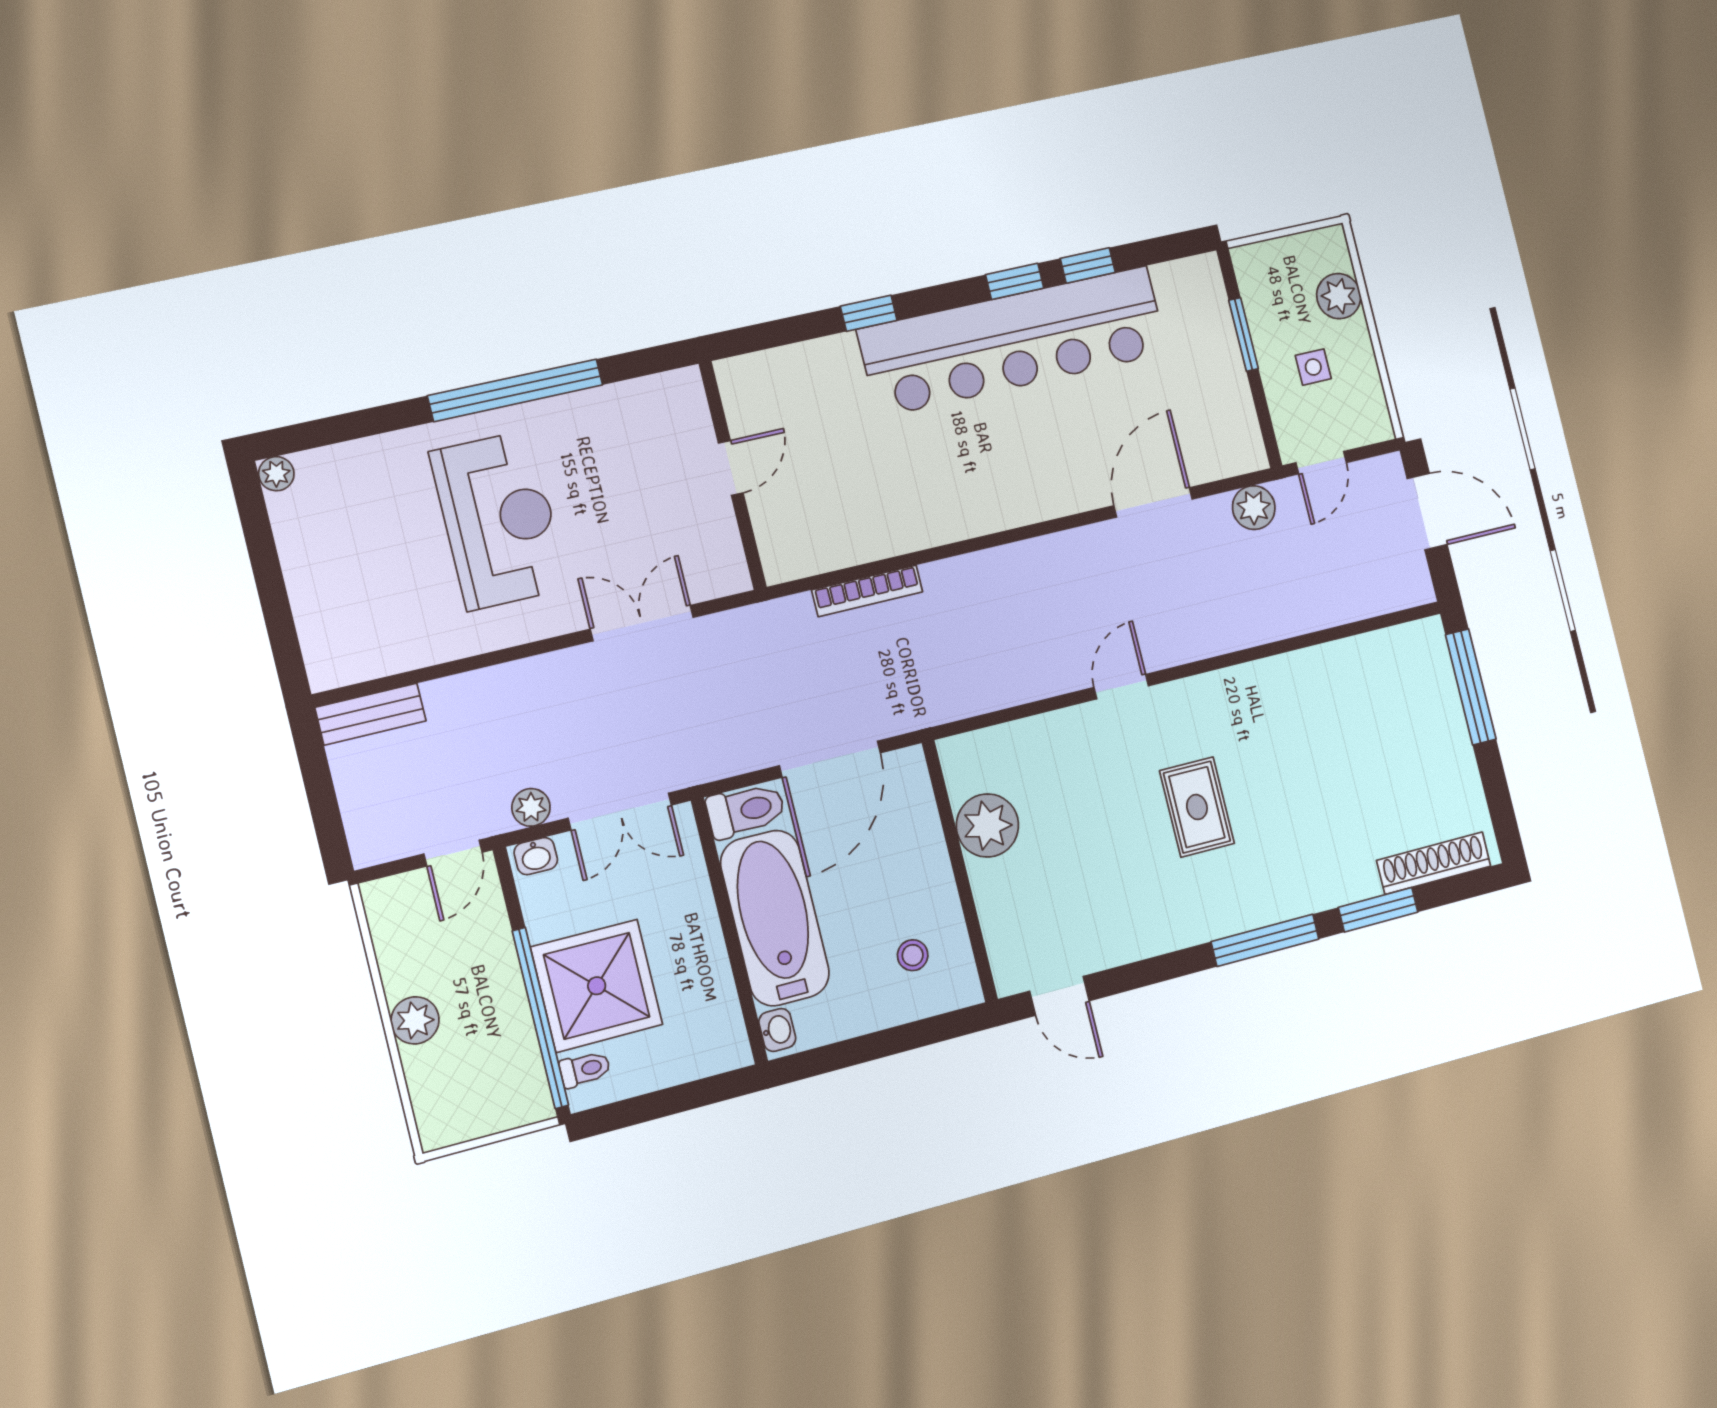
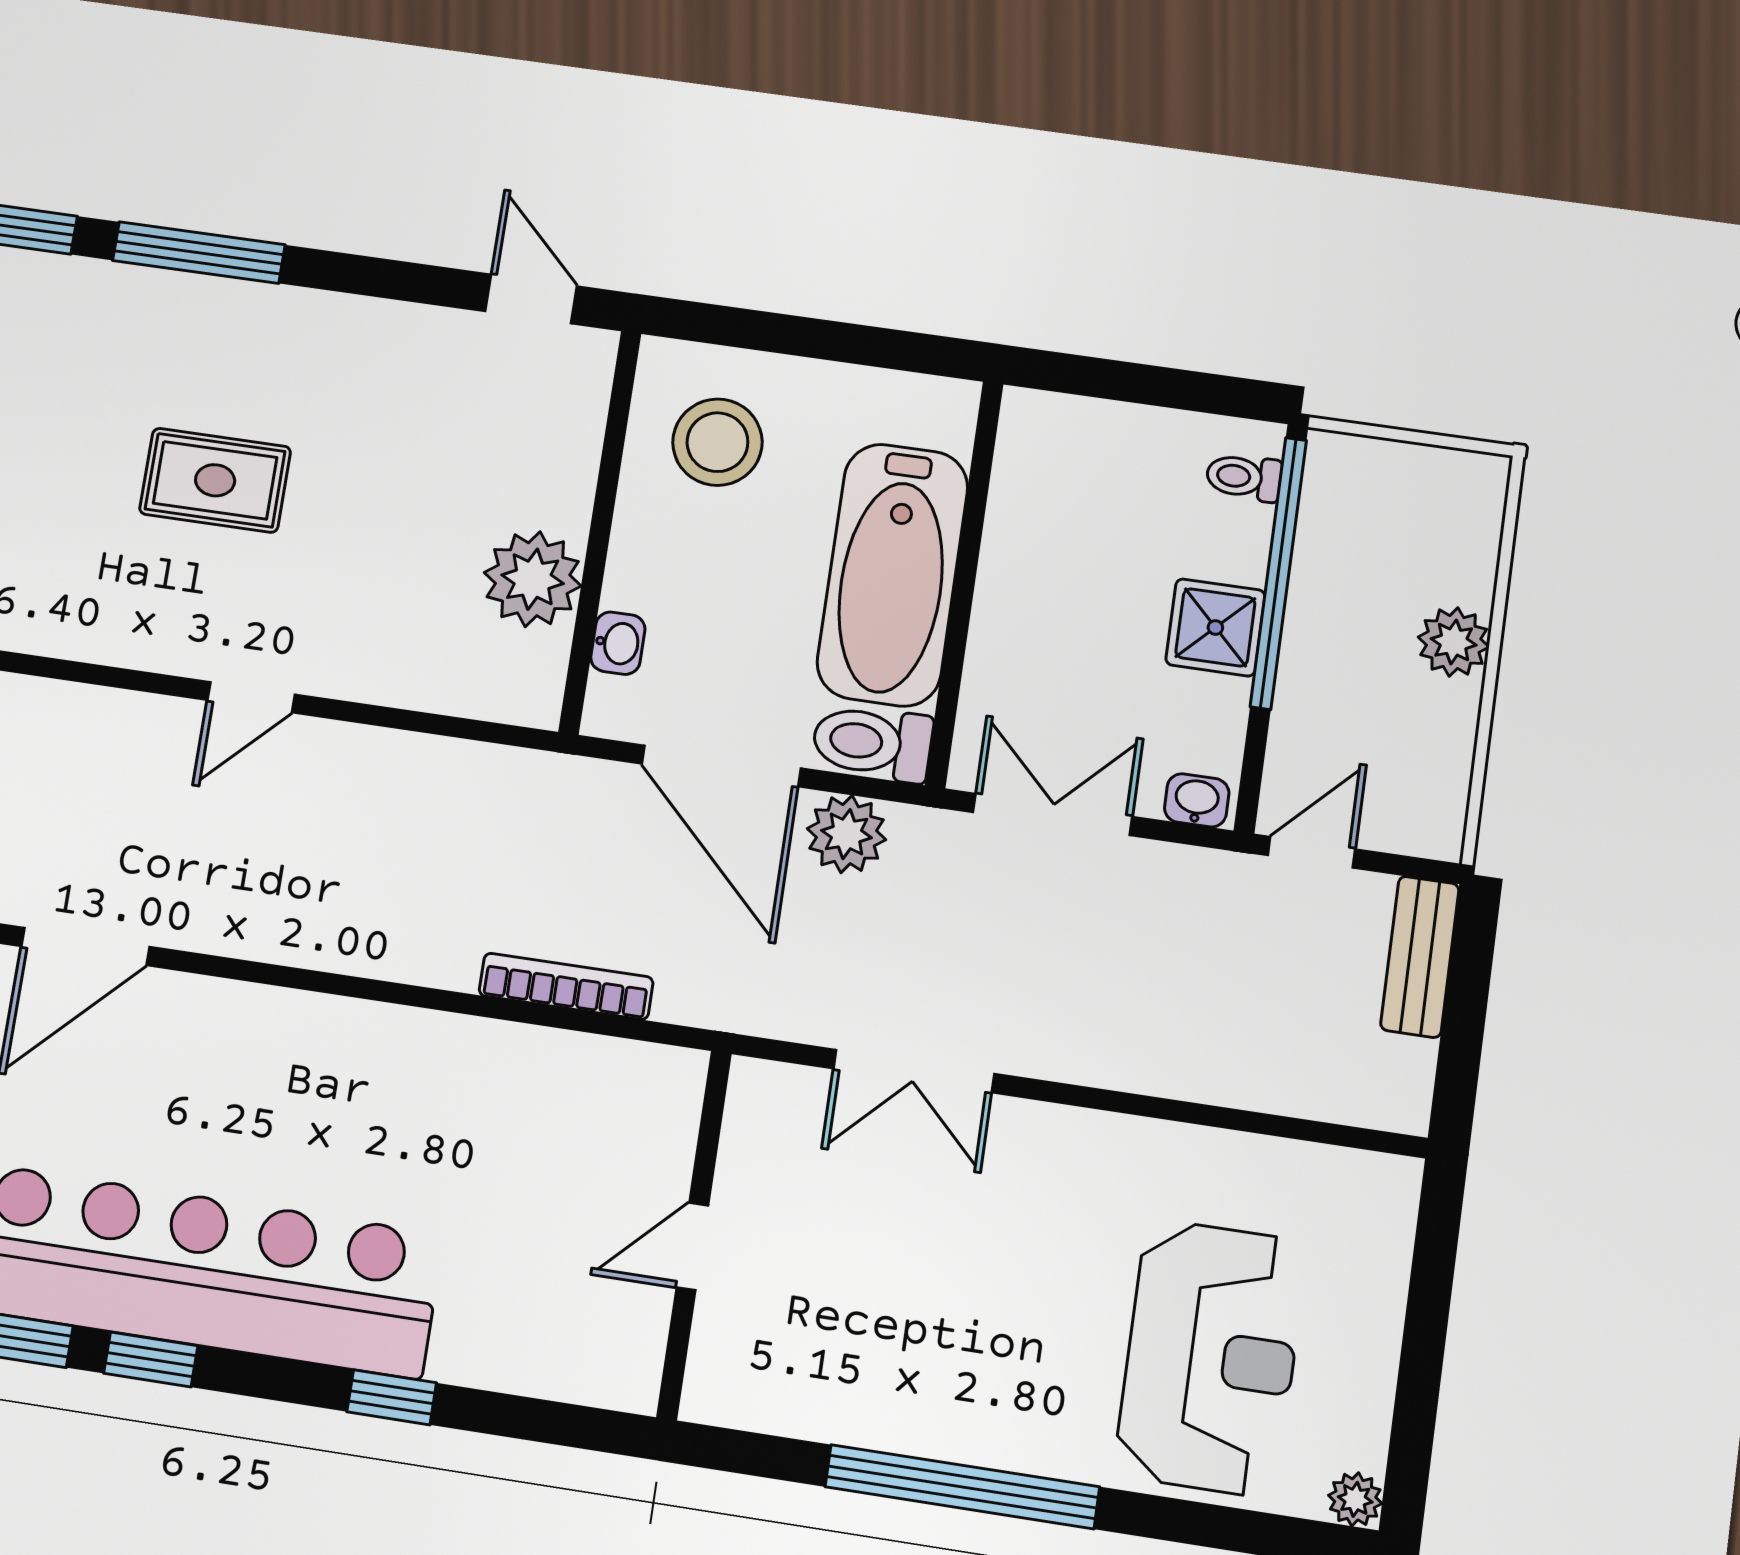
reception desk: (499, 520) -> (1211, 1358), moved, turned 180
bench: (371, 714) -> (1420, 957), moved, turned 90
door: (830, 759) -> (721, 766), swing flipped
plant: (531, 807) -> (846, 834), moved, width x1.38, depth x1.38
rug: (1197, 807) -> (215, 480), turned 90
stool: (913, 955) -> (717, 442), width x1.89, depth x1.89
shower: (597, 986) -> (1215, 627), width x0.54, depth x0.54
washbasin: (777, 1030) -> (618, 643), moved, turned 180

